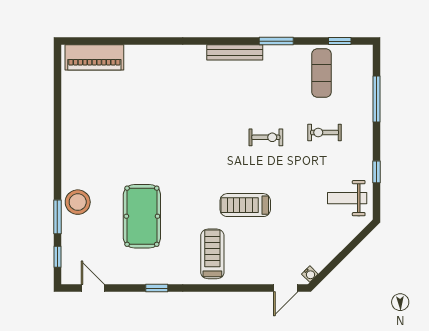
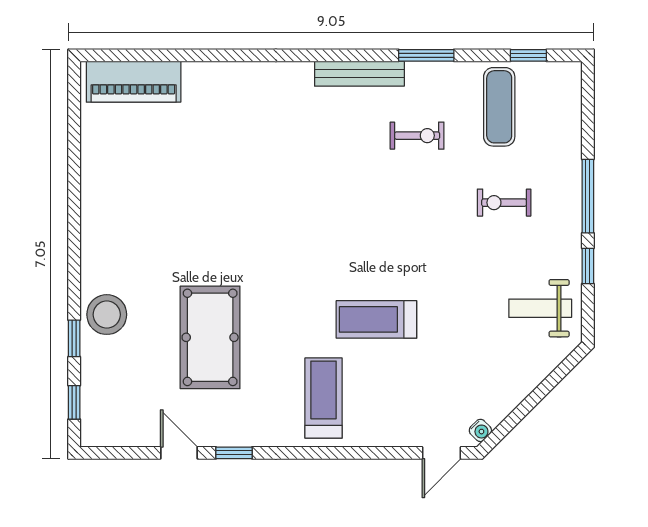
window: (377, 99) -> (588, 196), moved
exercise bike: (266, 137) -> (417, 136), moved
window: (57, 217) -> (74, 338), width x0.67
door: (93, 288) -> (179, 453), moved

